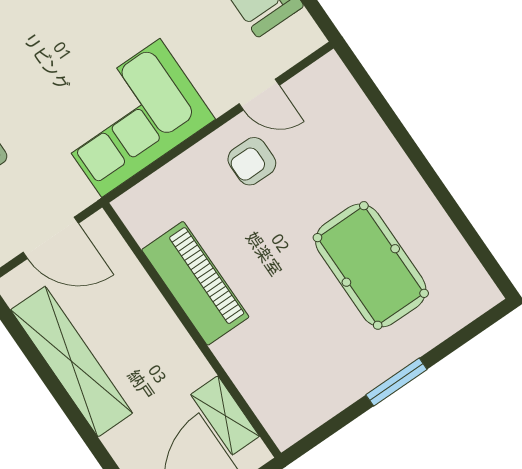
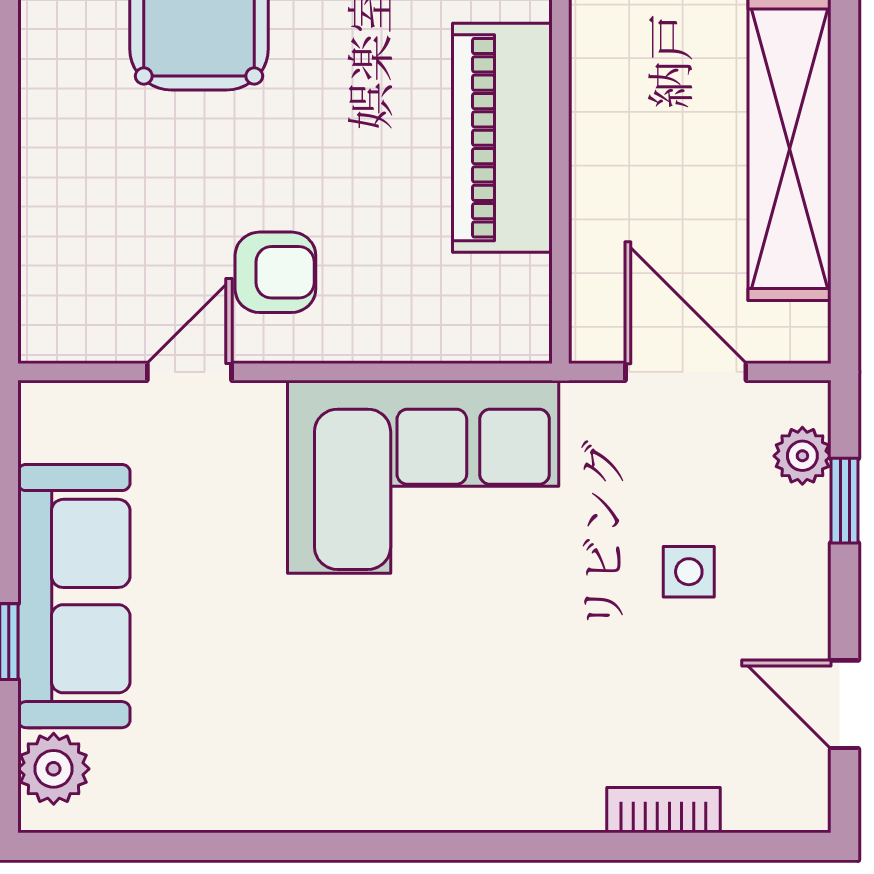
door: (259, 95) -> (189, 372), hinge flipped

